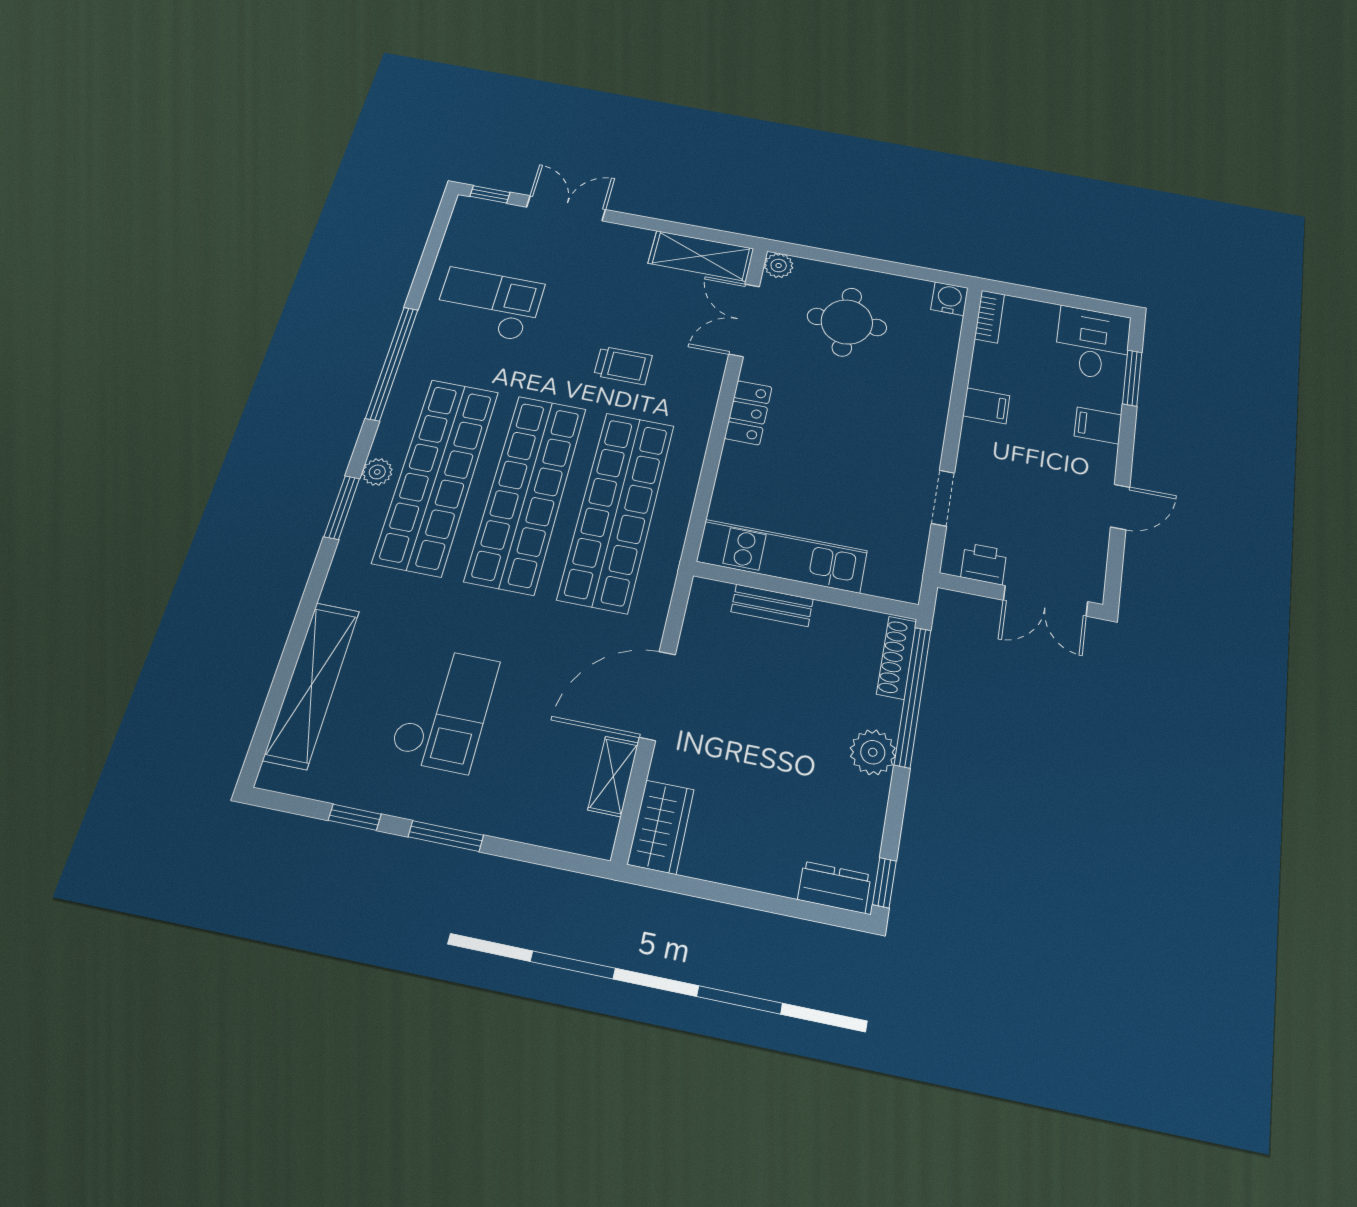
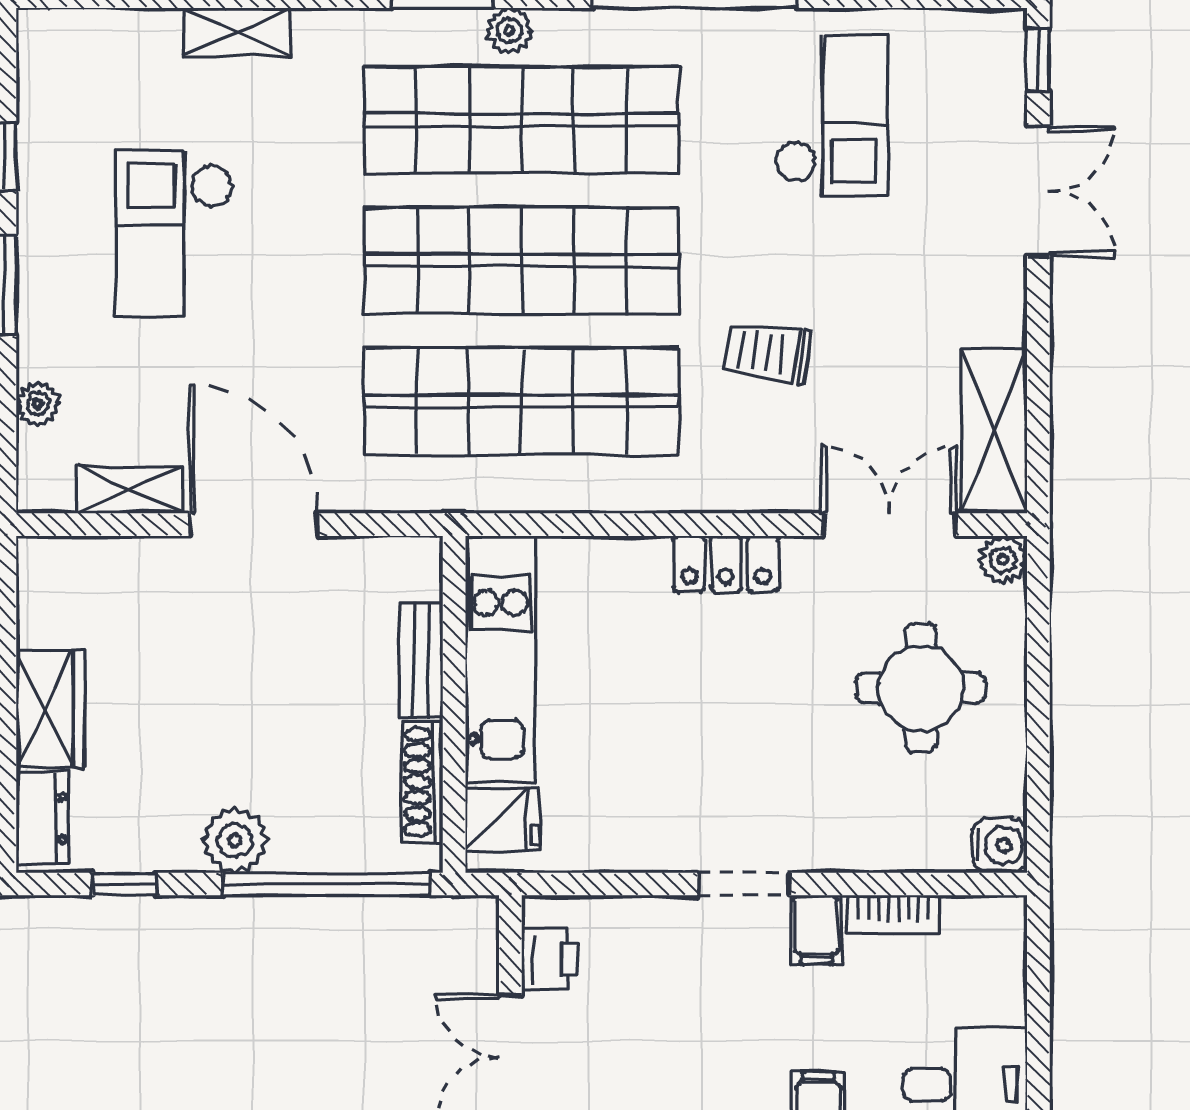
bookcase: (989, 316) -> (894, 914), moved
trolley: (623, 365) -> (767, 353), turned 97
doorway: (943, 498) -> (744, 884), moved
fridge: (887, 575) -> (502, 819), added
shoe rack: (897, 658) -> (423, 782), moved, turned -90
shelving: (312, 684) -> (236, 32), width x0.45, depth x0.75
checkout: (445, 710) -> (174, 234), turned 90
wardrobe: (661, 827) -> (50, 709), moved, turned -90
plant: (536, 829) -> (38, 404), added
window: (884, 883) -> (124, 884), moved

